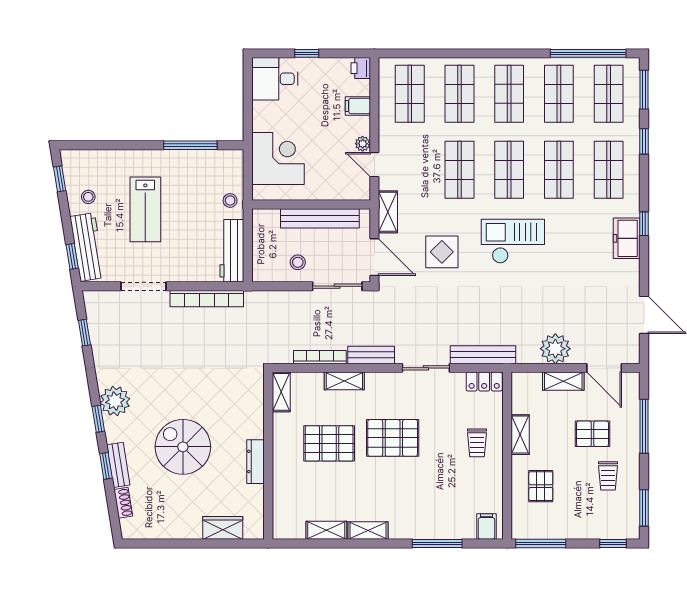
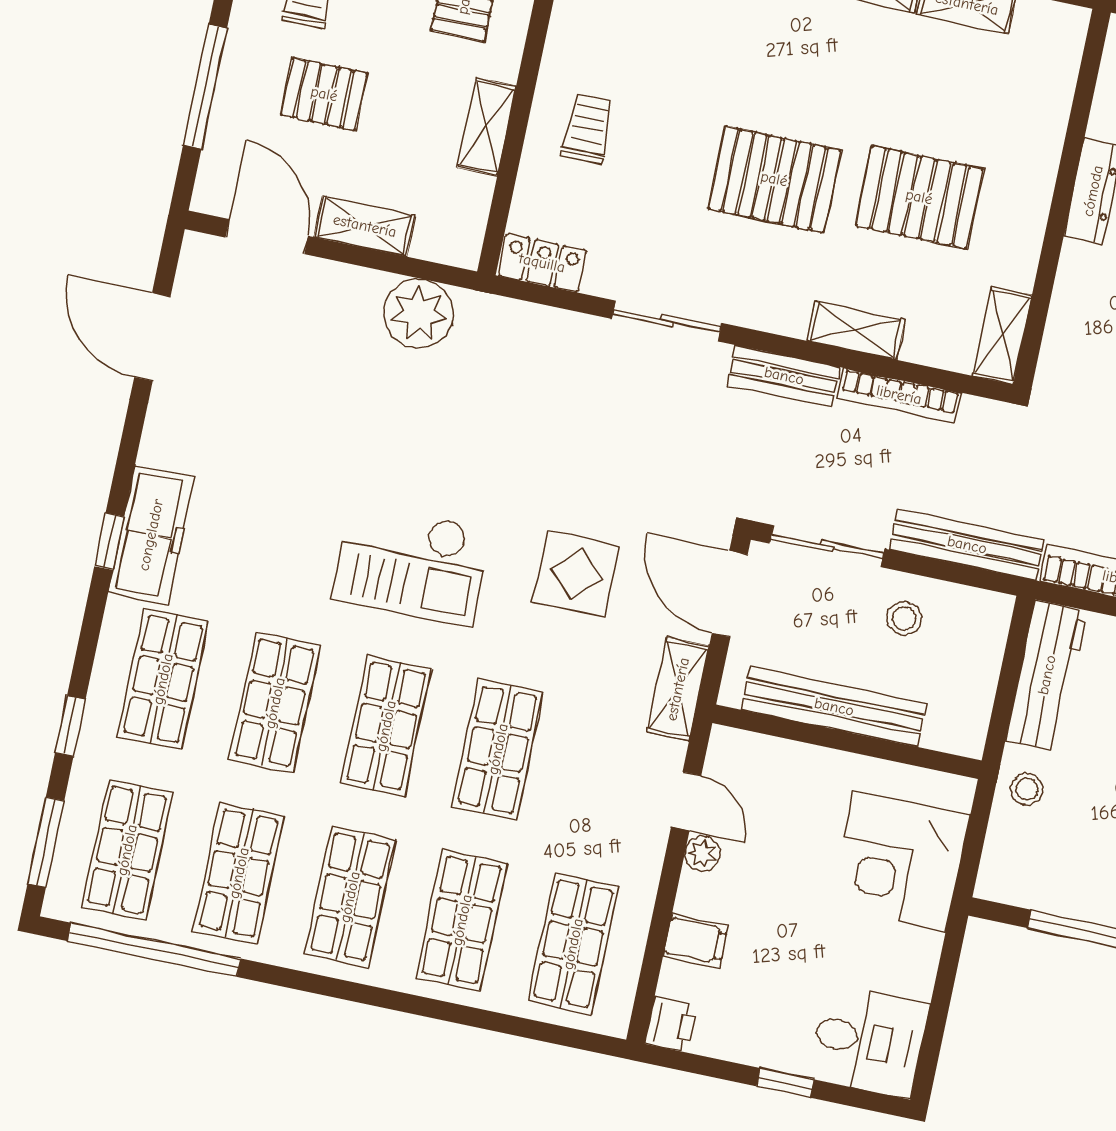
freezer: (627, 238) -> (151, 535), width x1.40
plant: (555, 349) -> (419, 314), moved
bench: (483, 355) -> (967, 545), moved

